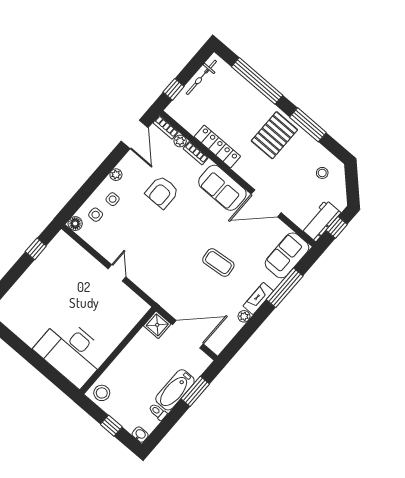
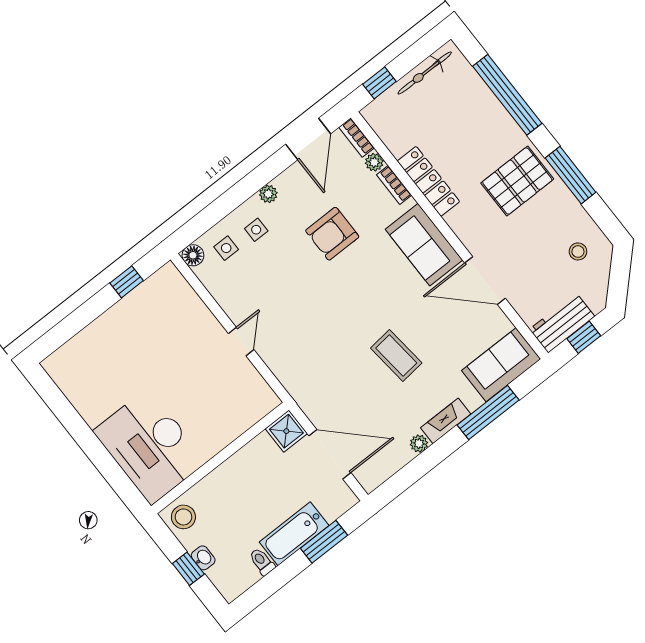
washbasin: (140, 435) -> (203, 558), moved

